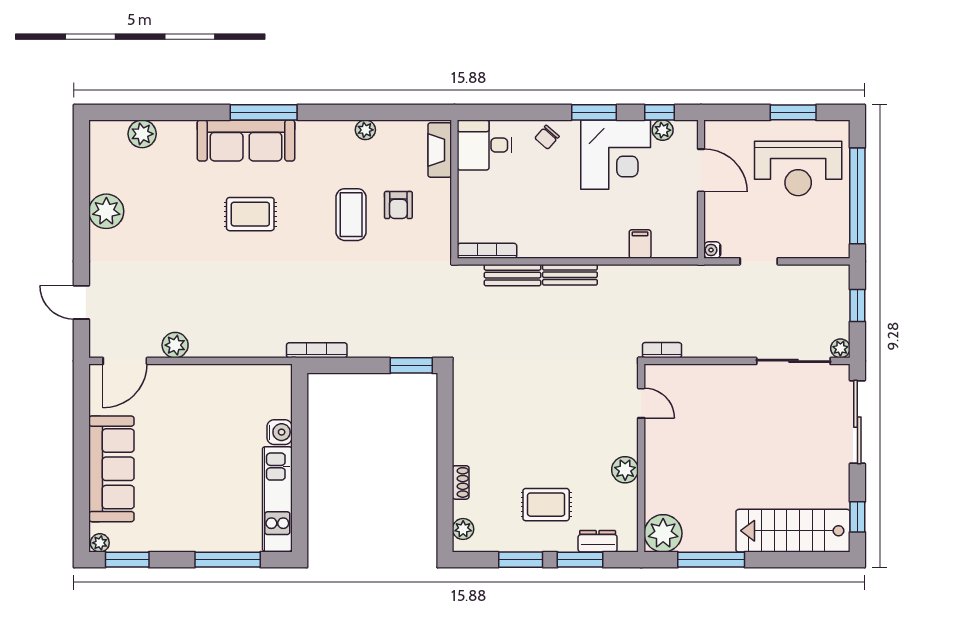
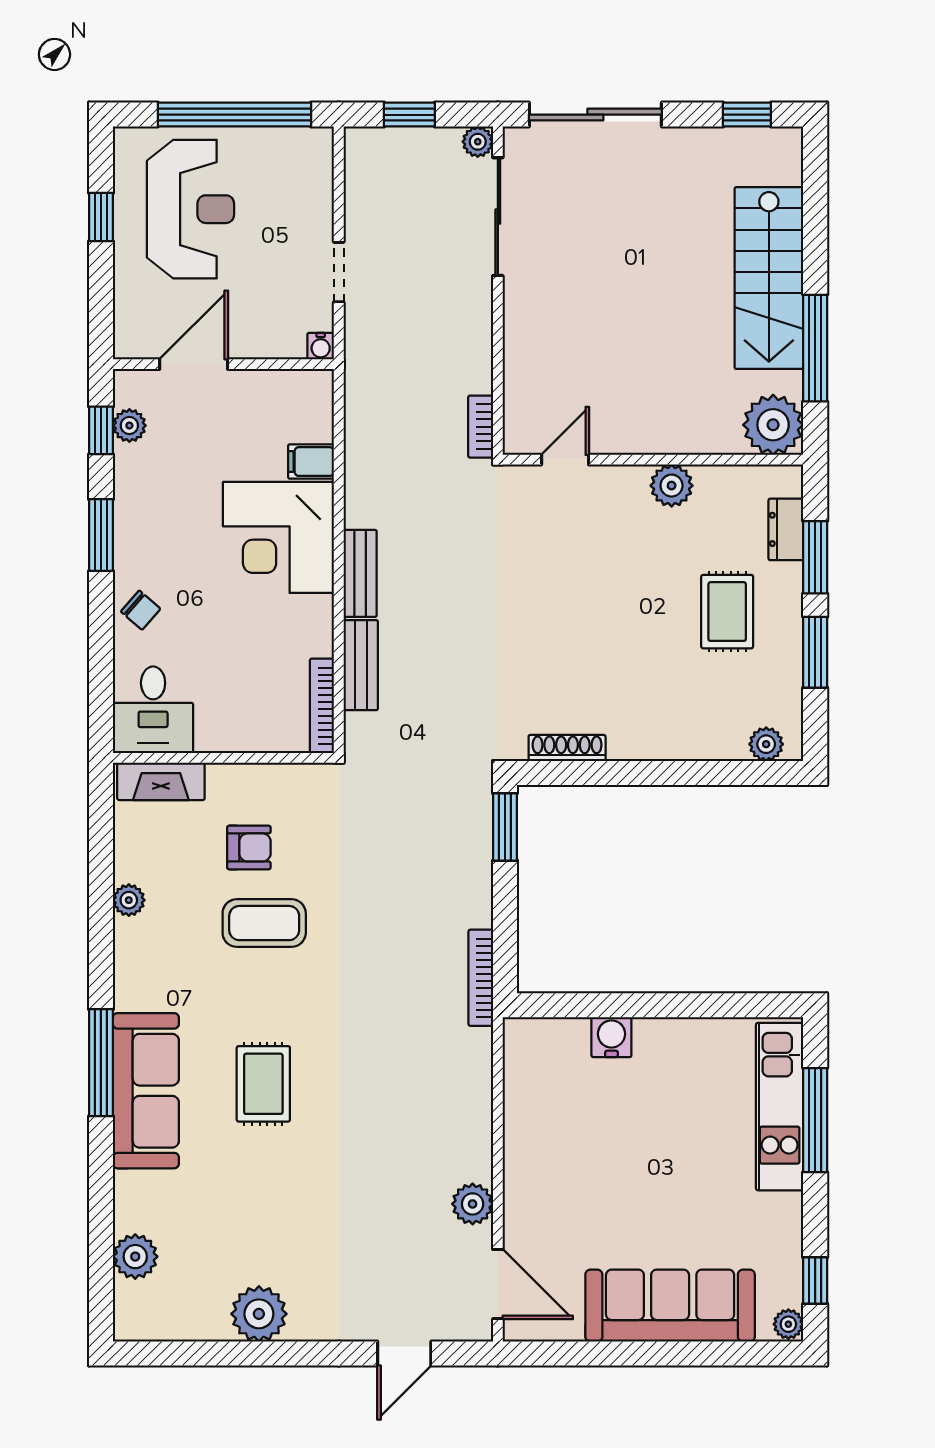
window: (793, 112) -> (101, 217), width x0.67
corner desk: (616, 155) -> (278, 537), moved, turned 180
shoe rack: (461, 482) -> (567, 748), moved, width x1.43
kitchen unit: (277, 499) -> (780, 1107), moved, turned 90
stairs: (793, 531) -> (769, 278), moved
window: (127, 560) -> (815, 1280), width x0.67

